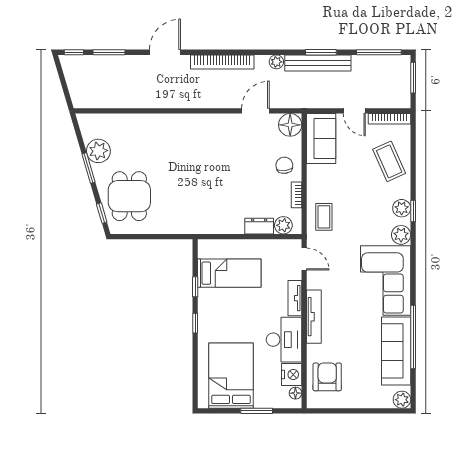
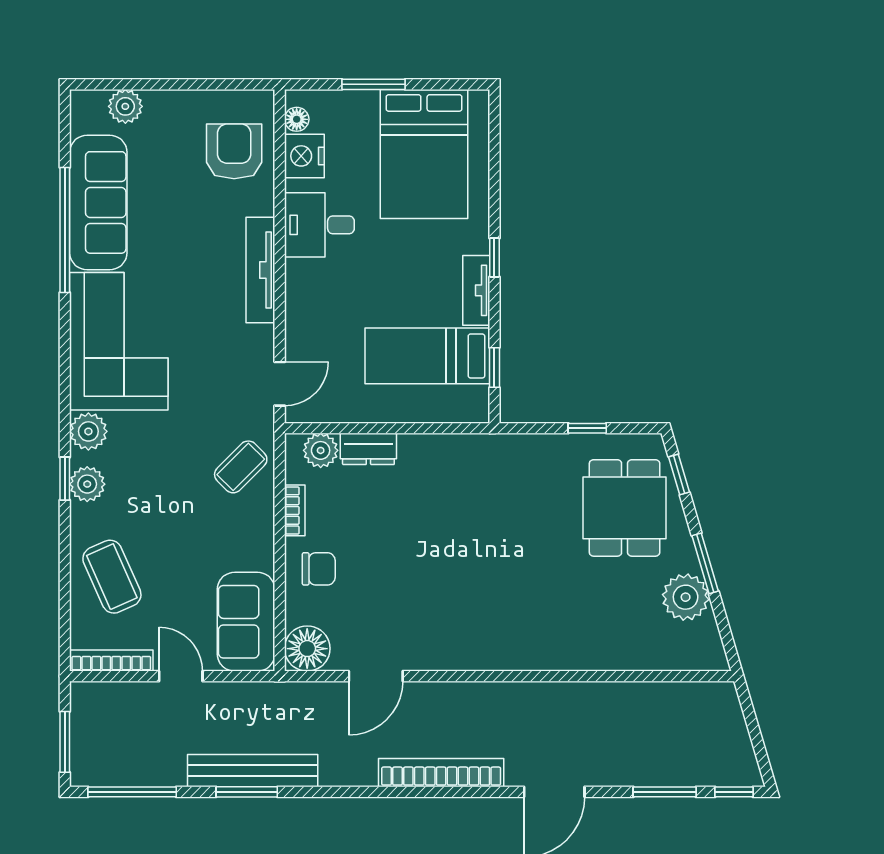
plant: (276, 62) -> (334, 773), removed
chair: (284, 165) -> (319, 569), turned -84
coffee table: (324, 217) -> (241, 467), turned 45
window: (148, 237) -> (587, 428), added
door: (304, 259) -> (280, 384), swing flipped
window: (195, 287) -> (494, 368), moved
tv unit: (295, 298) -> (476, 290), moved, turned 180
desk: (284, 340) -> (319, 225), width x0.73
armchair: (327, 377) -> (234, 151), turned 180
plant: (402, 400) -> (125, 106), moved

